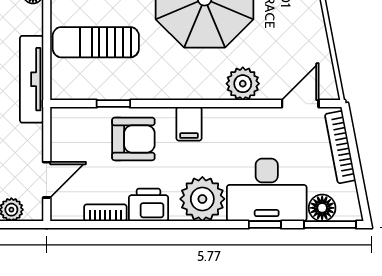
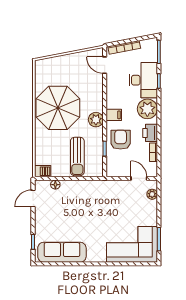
tv unit: (32, 79) -> (94, 185), removed
plant: (243, 84) -> (96, 120), moved
floor lamp: (322, 208) -> (151, 55), removed

